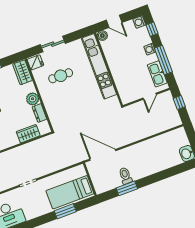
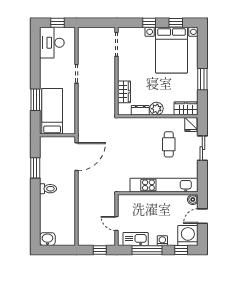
washing machine: (139, 22) -> (188, 236), width x1.89, depth x1.89
toilet: (125, 176) -> (48, 189), moved

